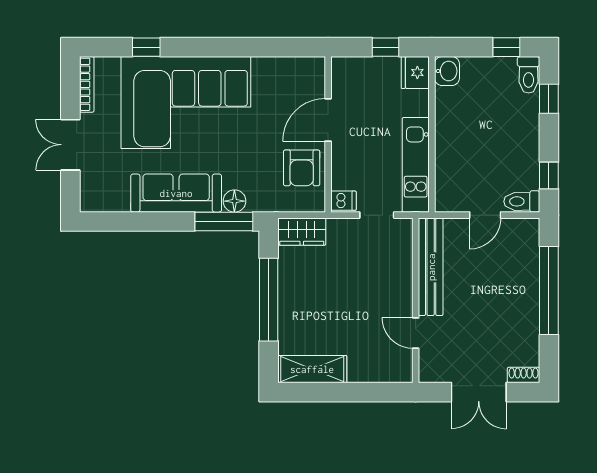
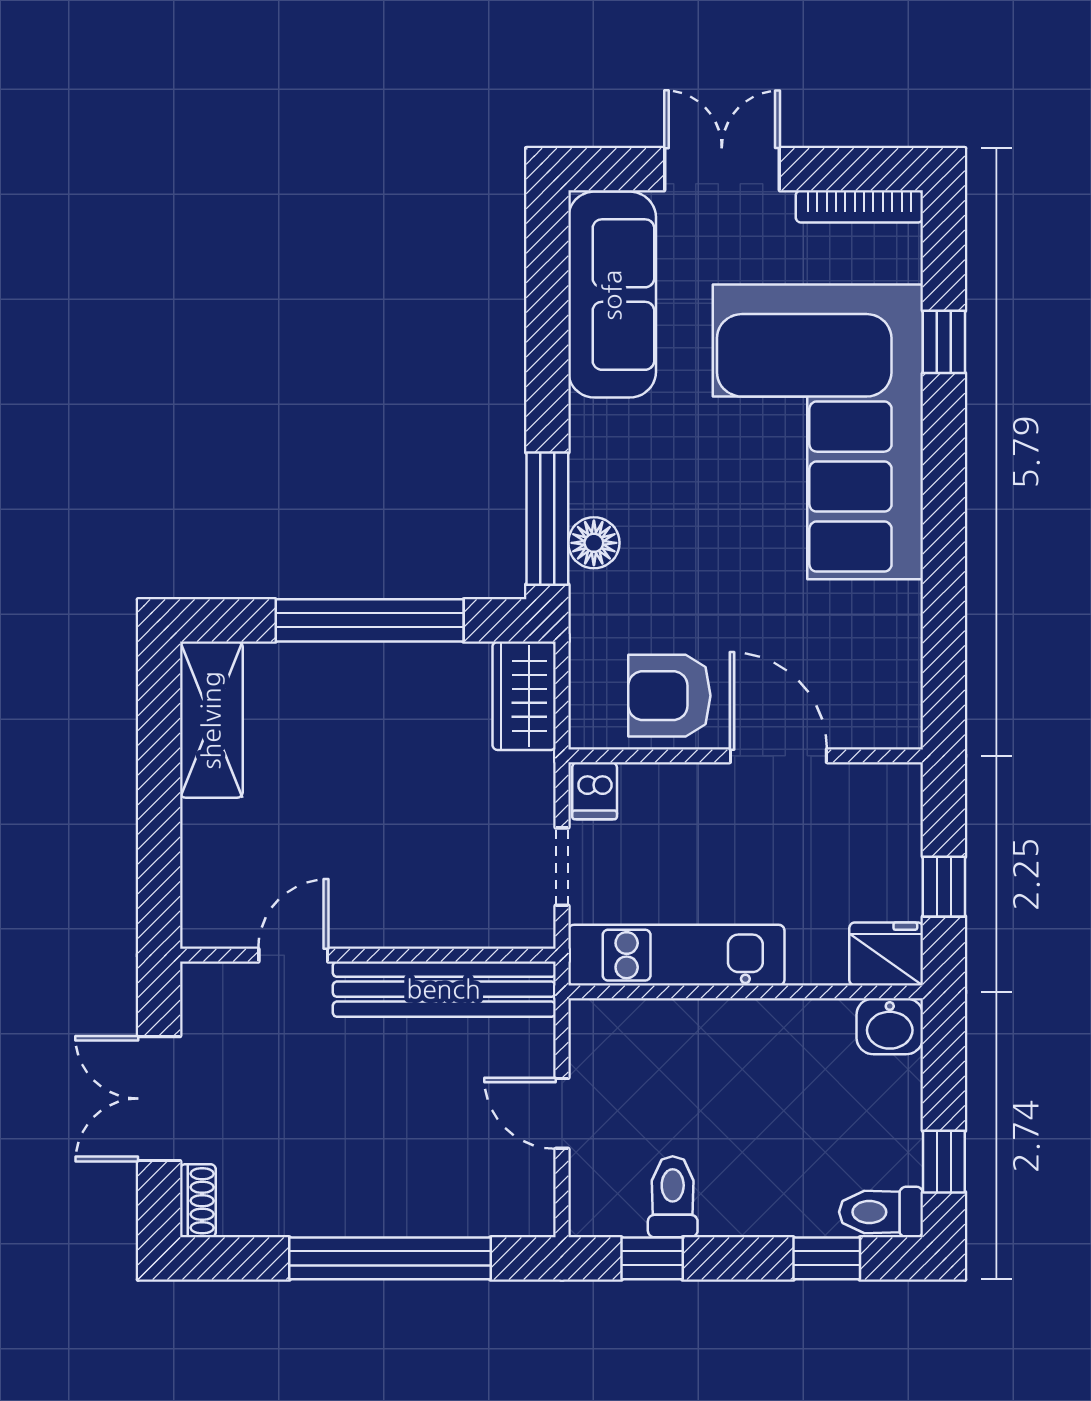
sofa: (176, 193) -> (612, 295), moved
toilet: (522, 201) -> (673, 1197), moved

